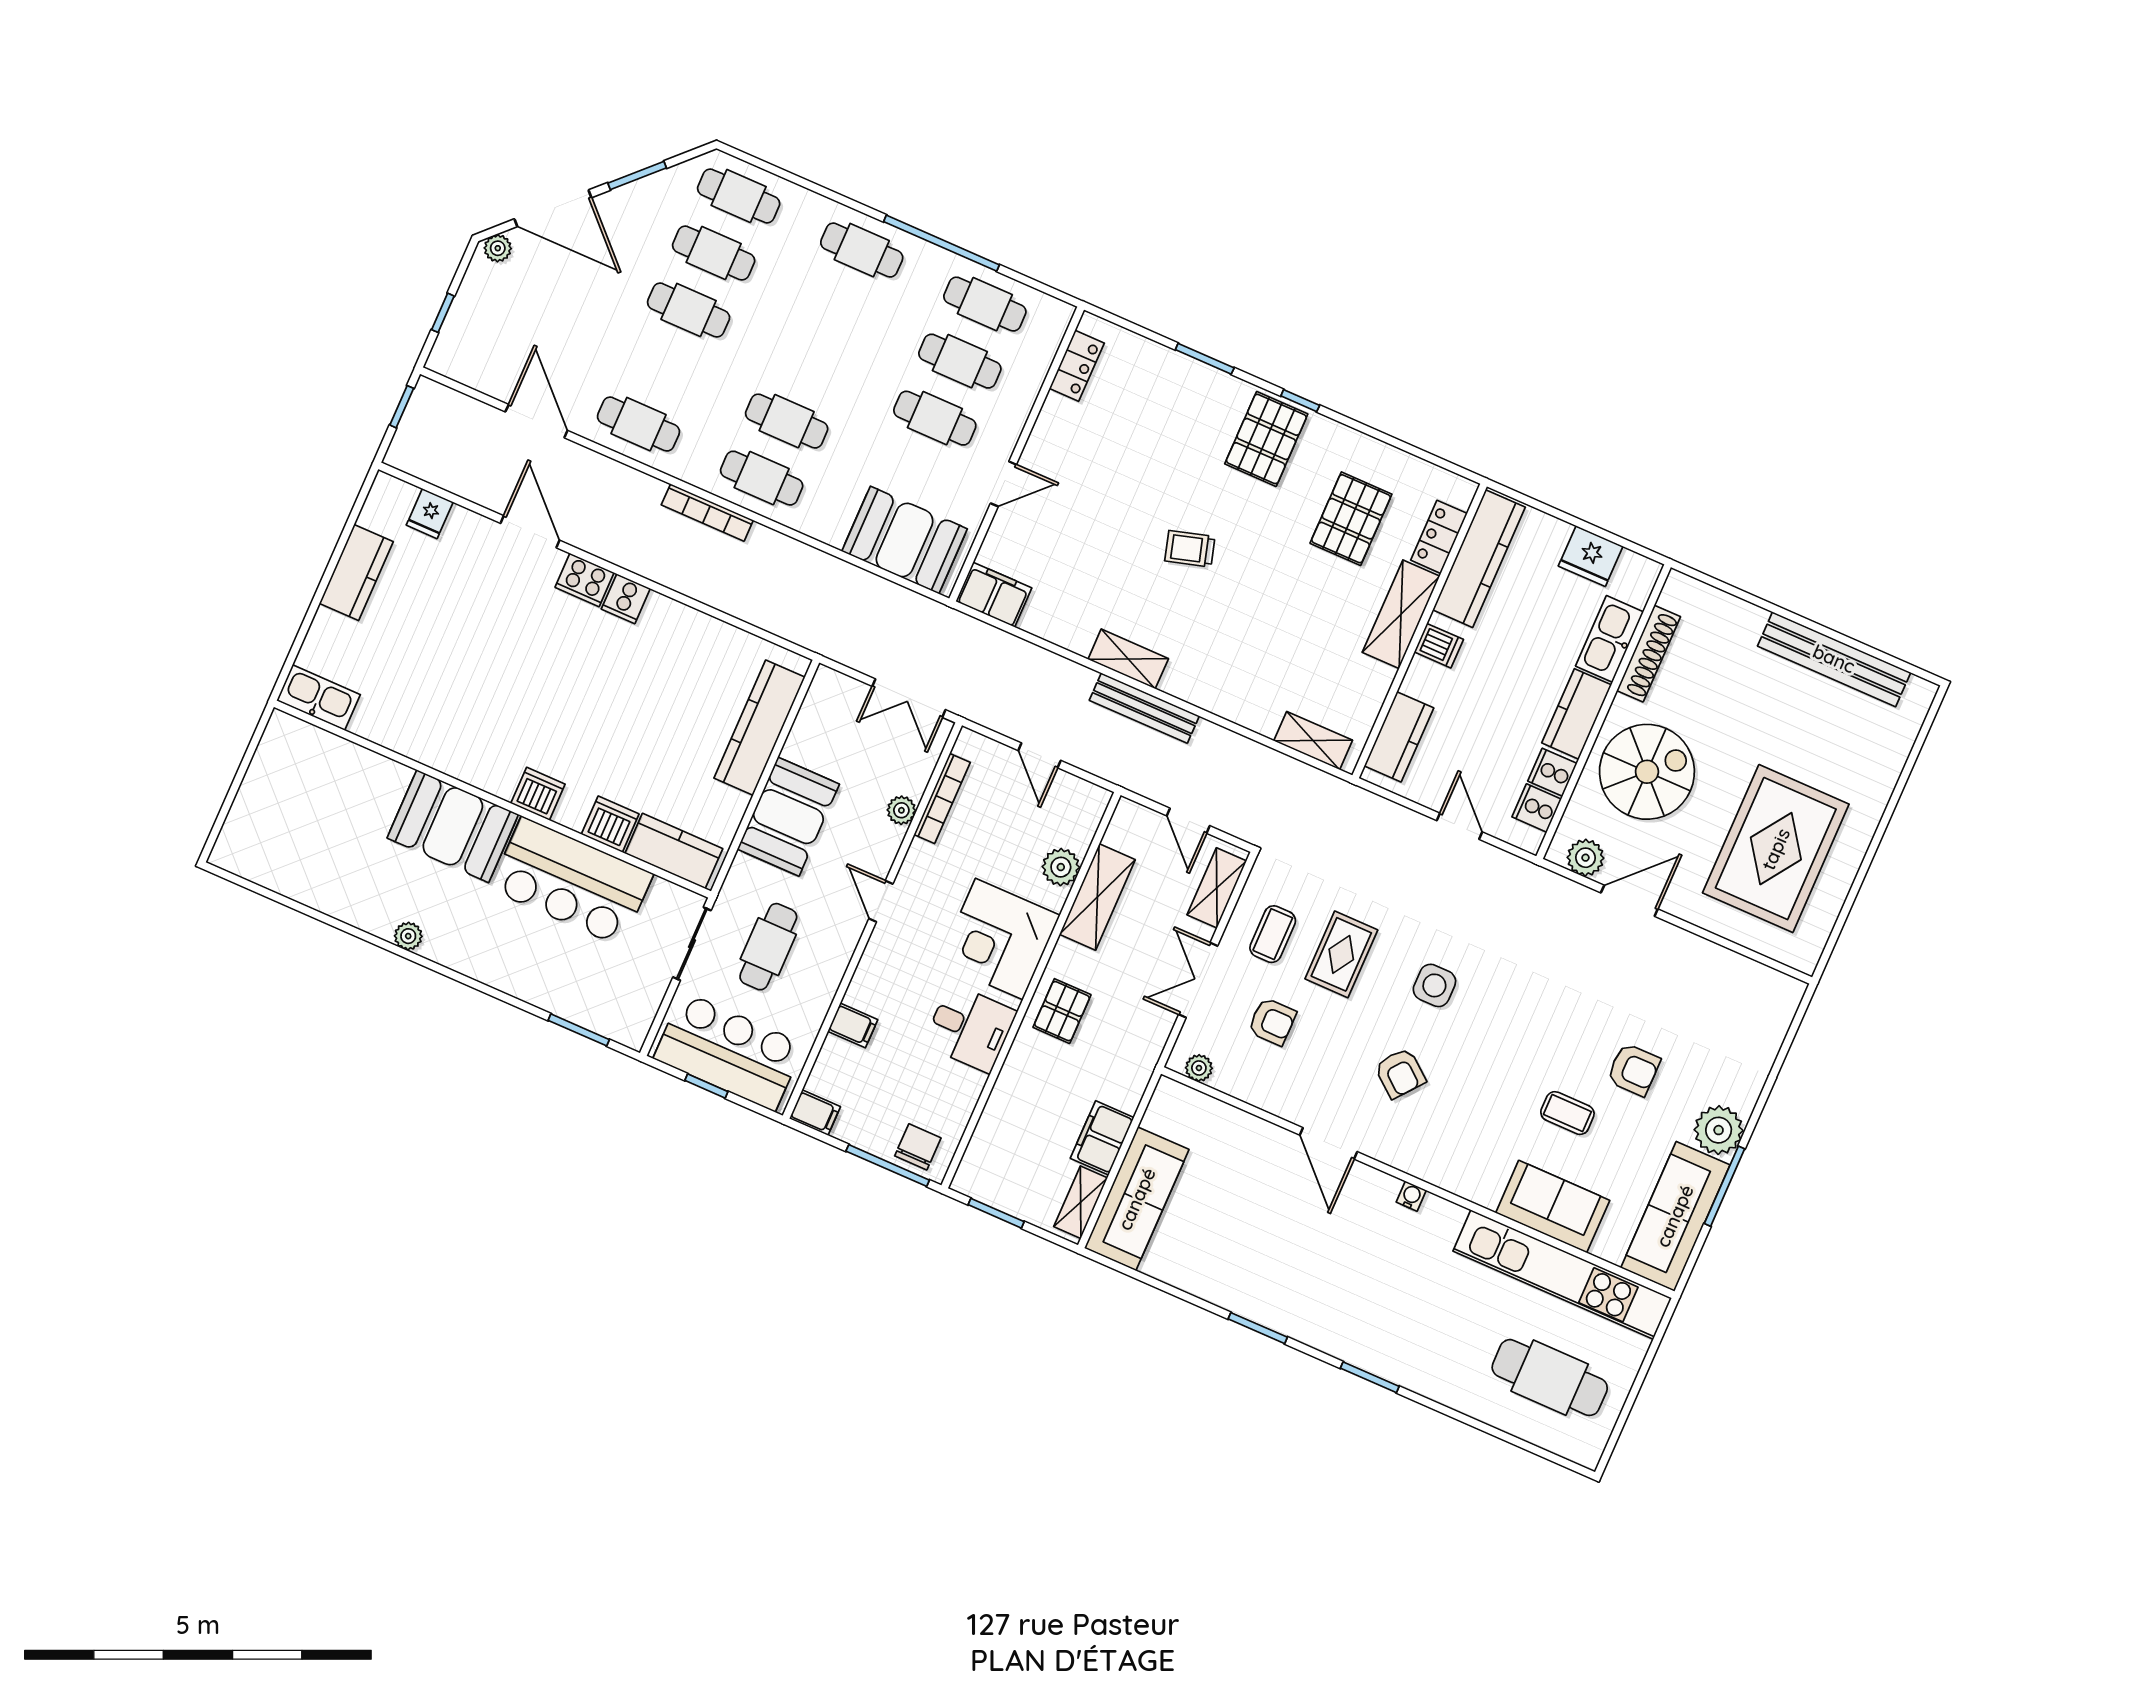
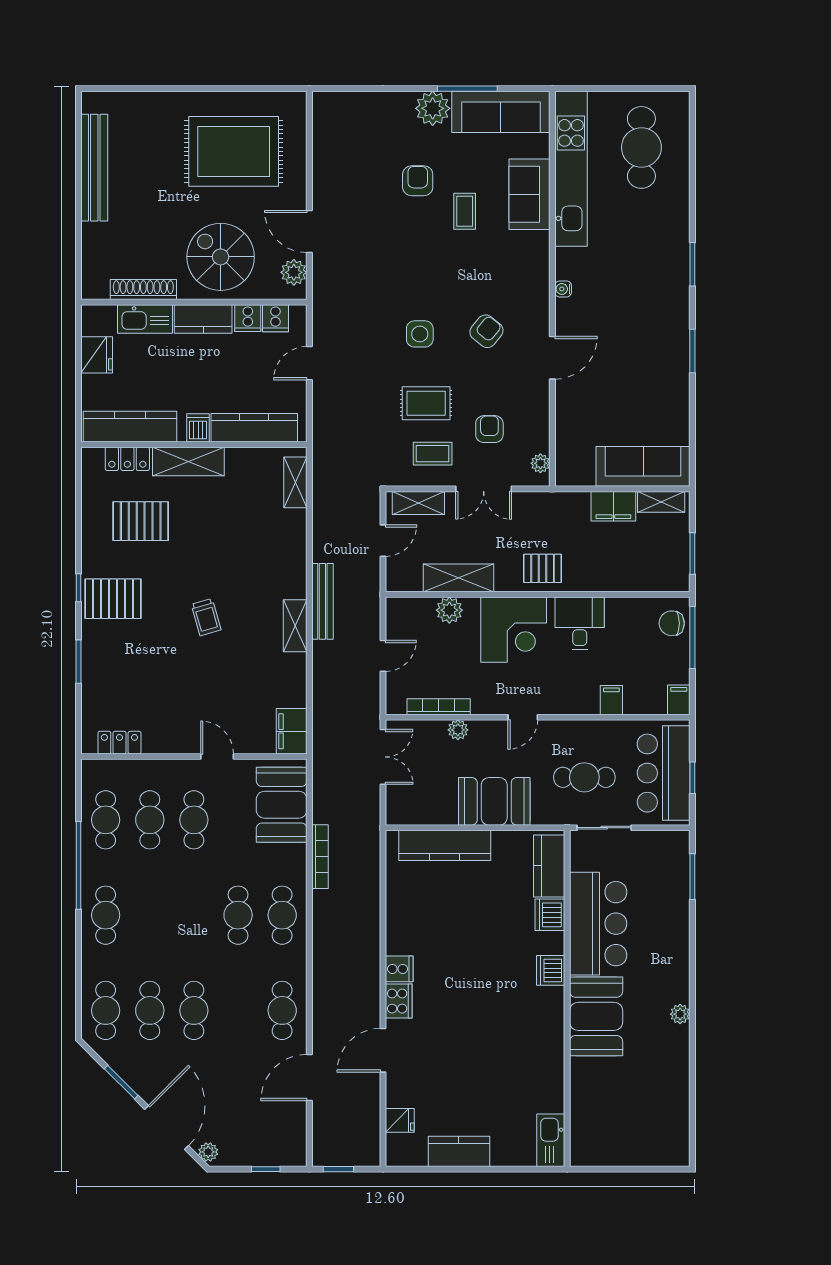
bookcase: (707, 513) -> (320, 857), moved
kitchen counter: (1399, 737) -> (254, 428), width x1.50

